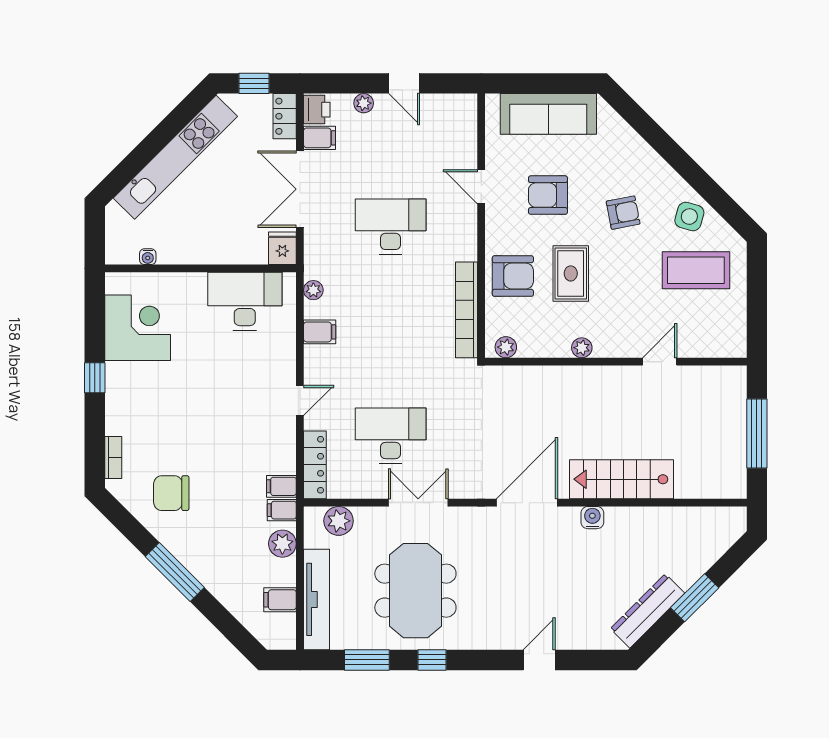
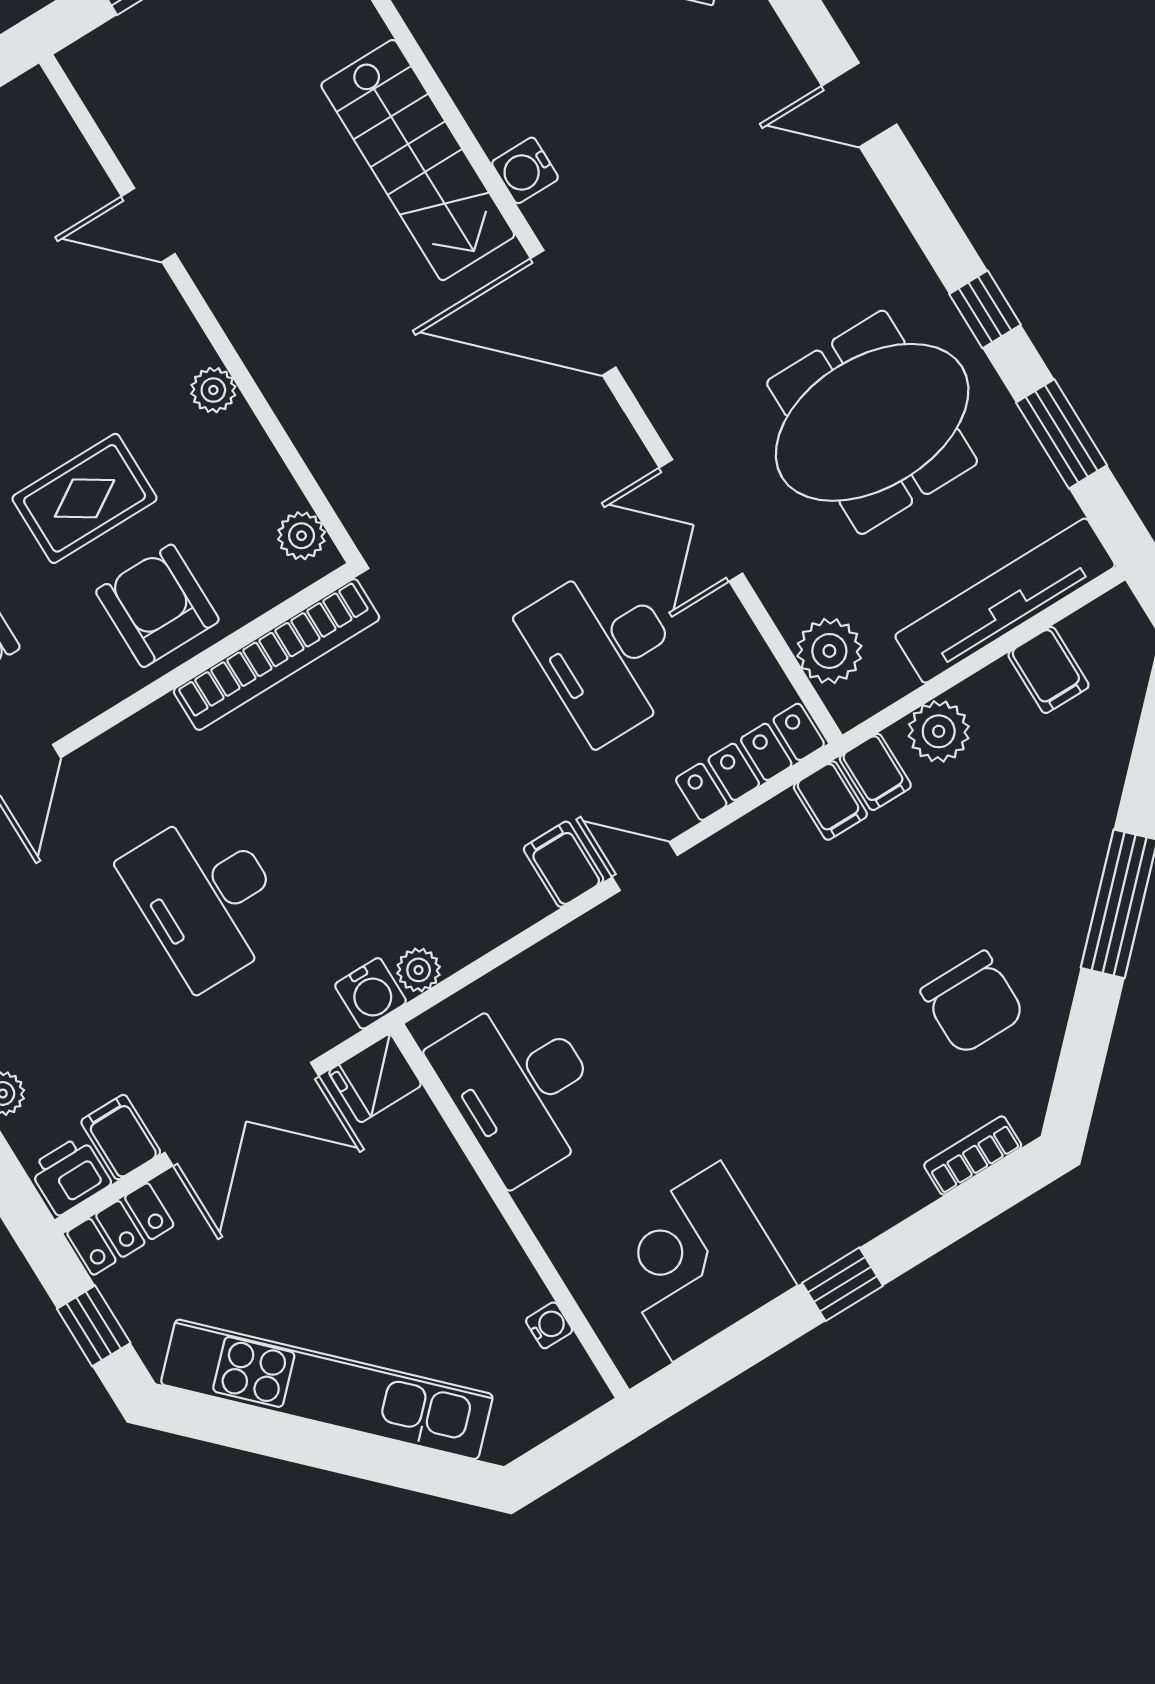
water cooler: (316, 266) -> (370, 993), added
filing cabinet: (320, 332) -> (564, 864), moved

